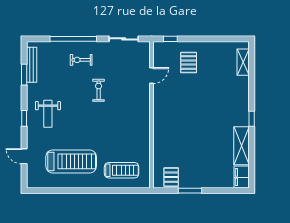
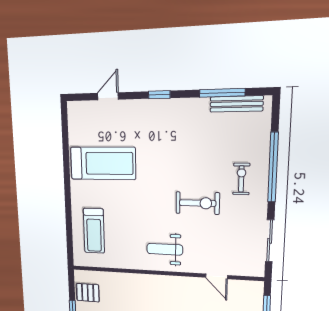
window: (24, 75) -> (222, 93), width x1.44
exercise bike: (99, 90) -> (198, 203), width x1.38, depth x1.39
weight bench: (48, 114) -> (165, 249), moved
treadmill: (71, 161) -> (103, 163), turned -90

